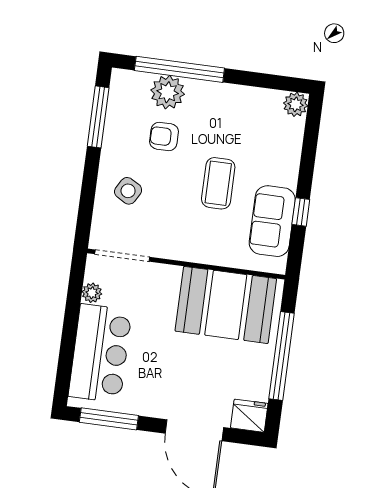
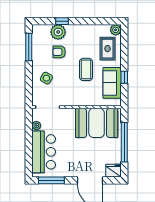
window: (179, 69) -> (62, 21), width x0.32
rug: (272, 144) -> (108, 49), added

